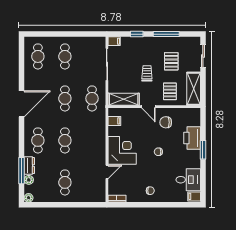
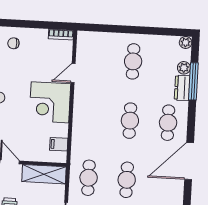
door: (22, 104) -> (189, 161), moved

